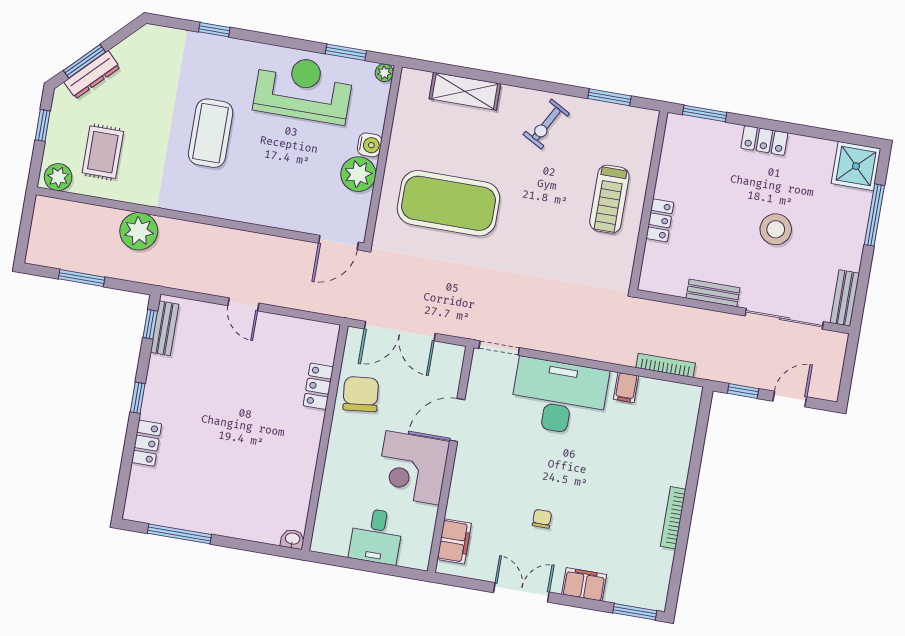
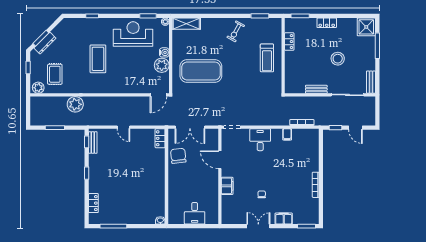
shelving: (465, 91) -> (186, 24), moved
locker: (660, 220) -> (289, 42), moved
locker: (318, 386) -> (160, 138), moved
desk: (559, 397) -> (260, 140), width x0.53, depth x0.77
door: (790, 399) -> (355, 128), swing flipped
door: (457, 420) -> (220, 160), hinge flipped
locker: (147, 443) -> (93, 203), moved
corner desk: (413, 468) -> (205, 183), removed
filing cabinet: (454, 541) -> (227, 186), moved

